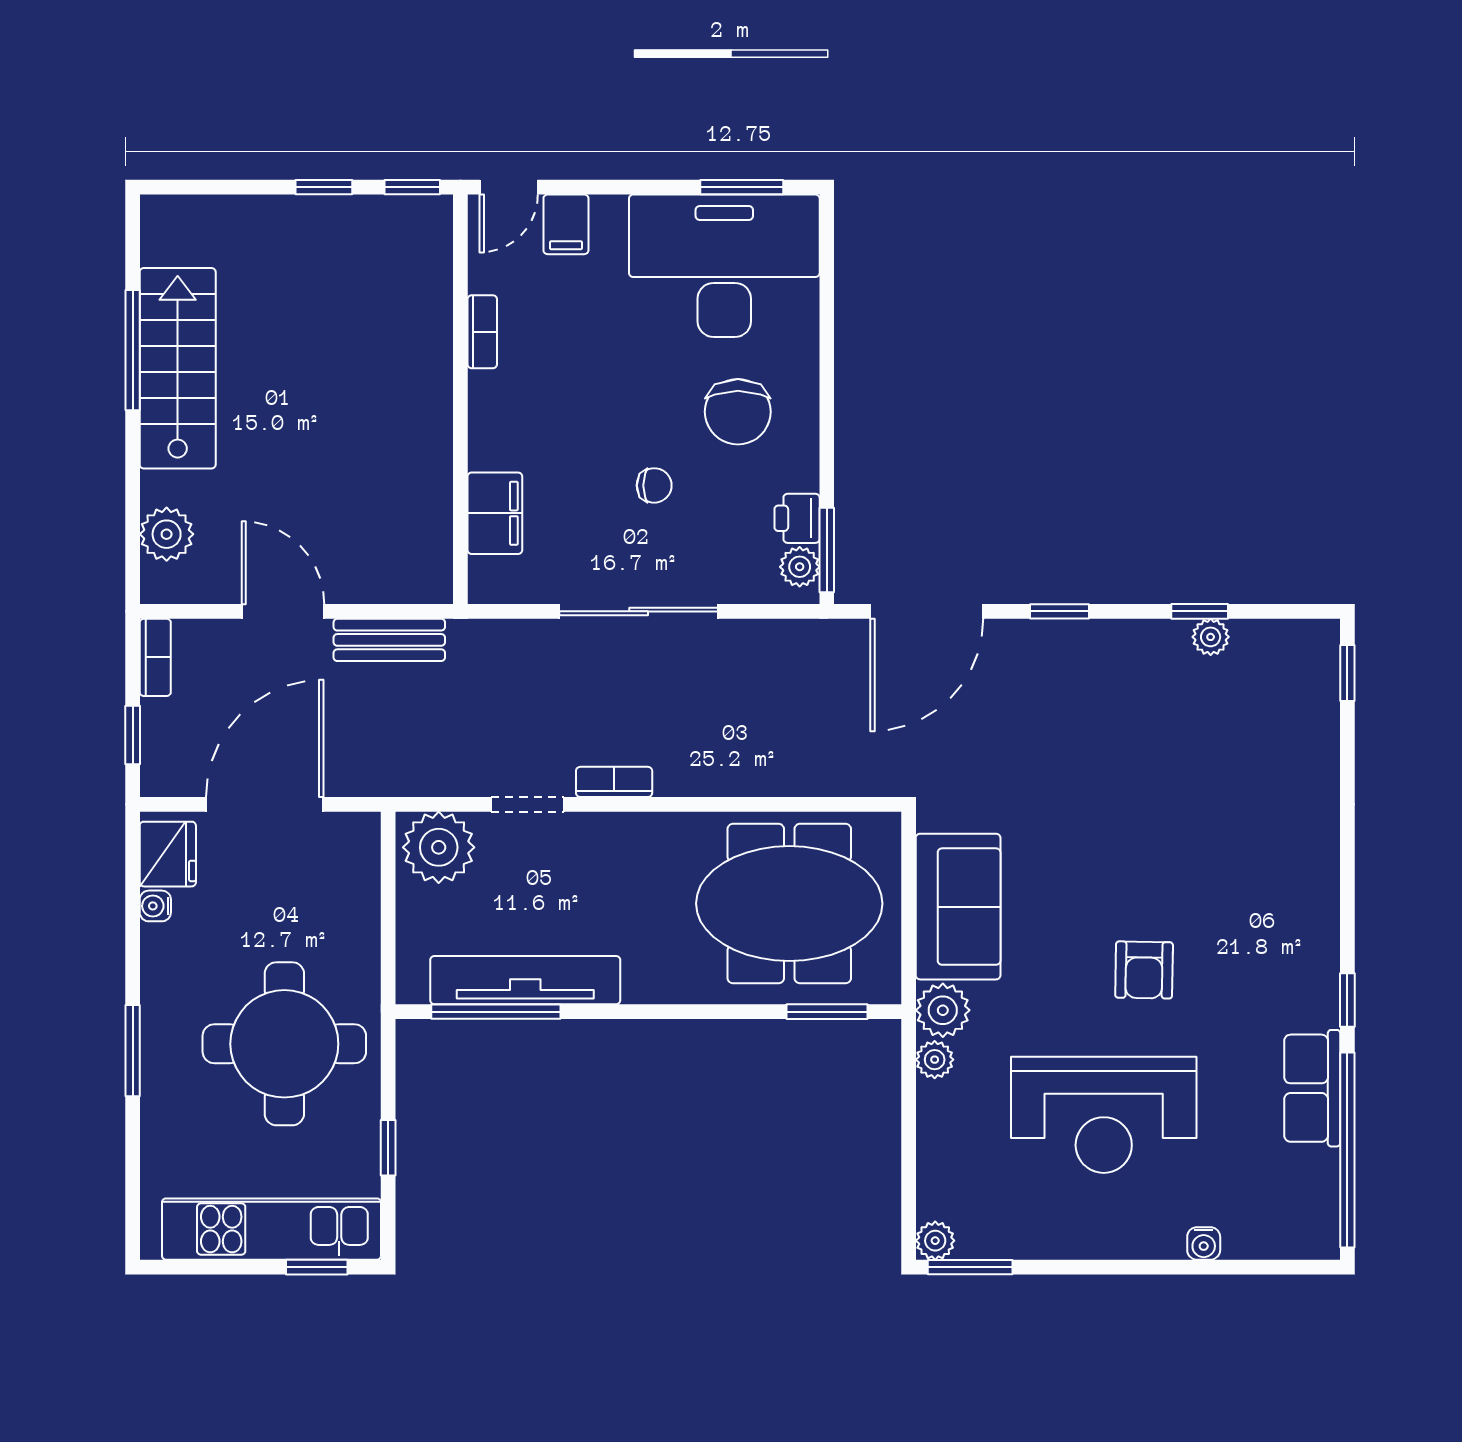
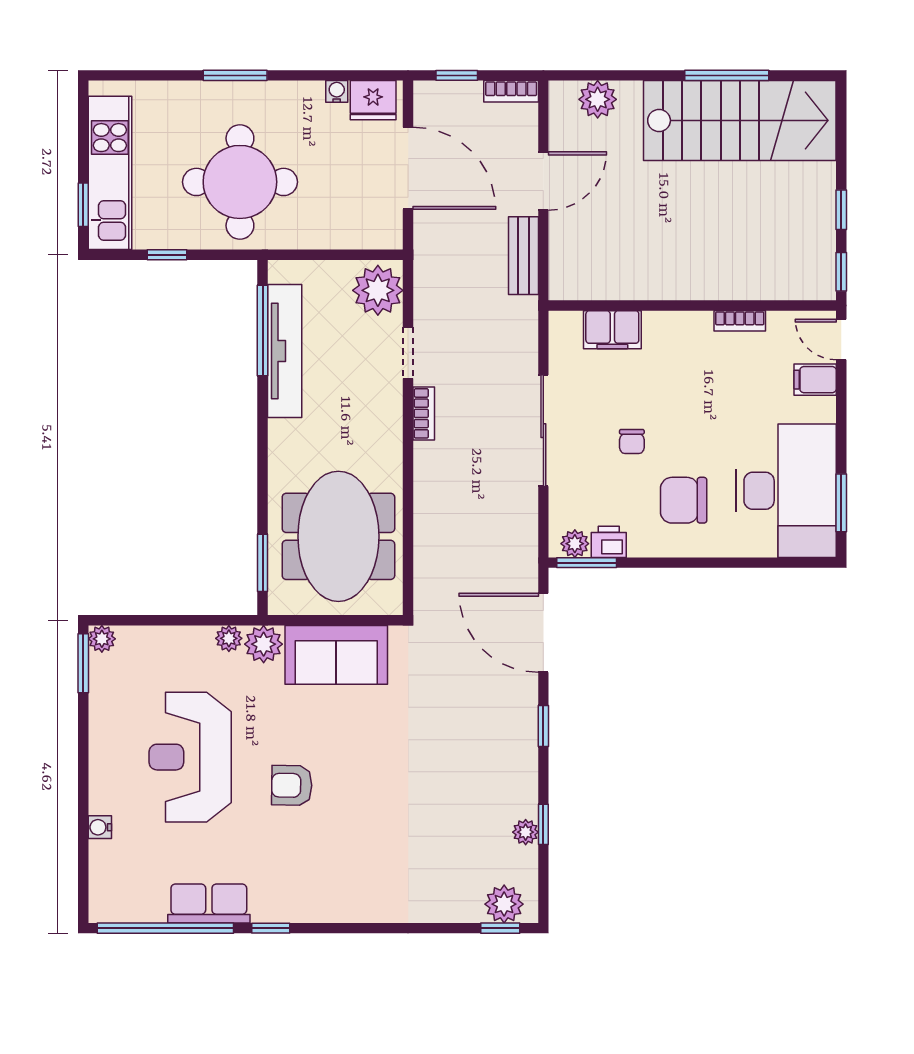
stairs: (178, 368) -> (740, 120), width x1.36, depth x1.51
plant: (1313, 668) -> (504, 904), added

